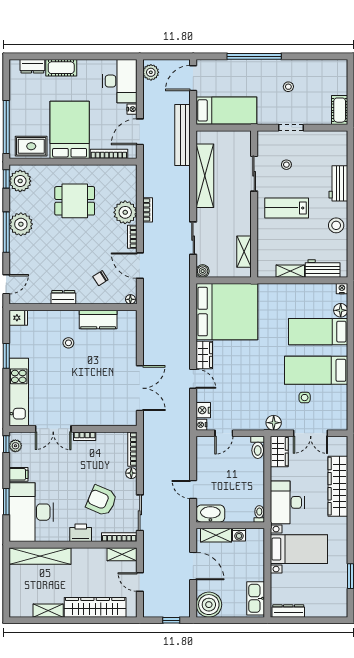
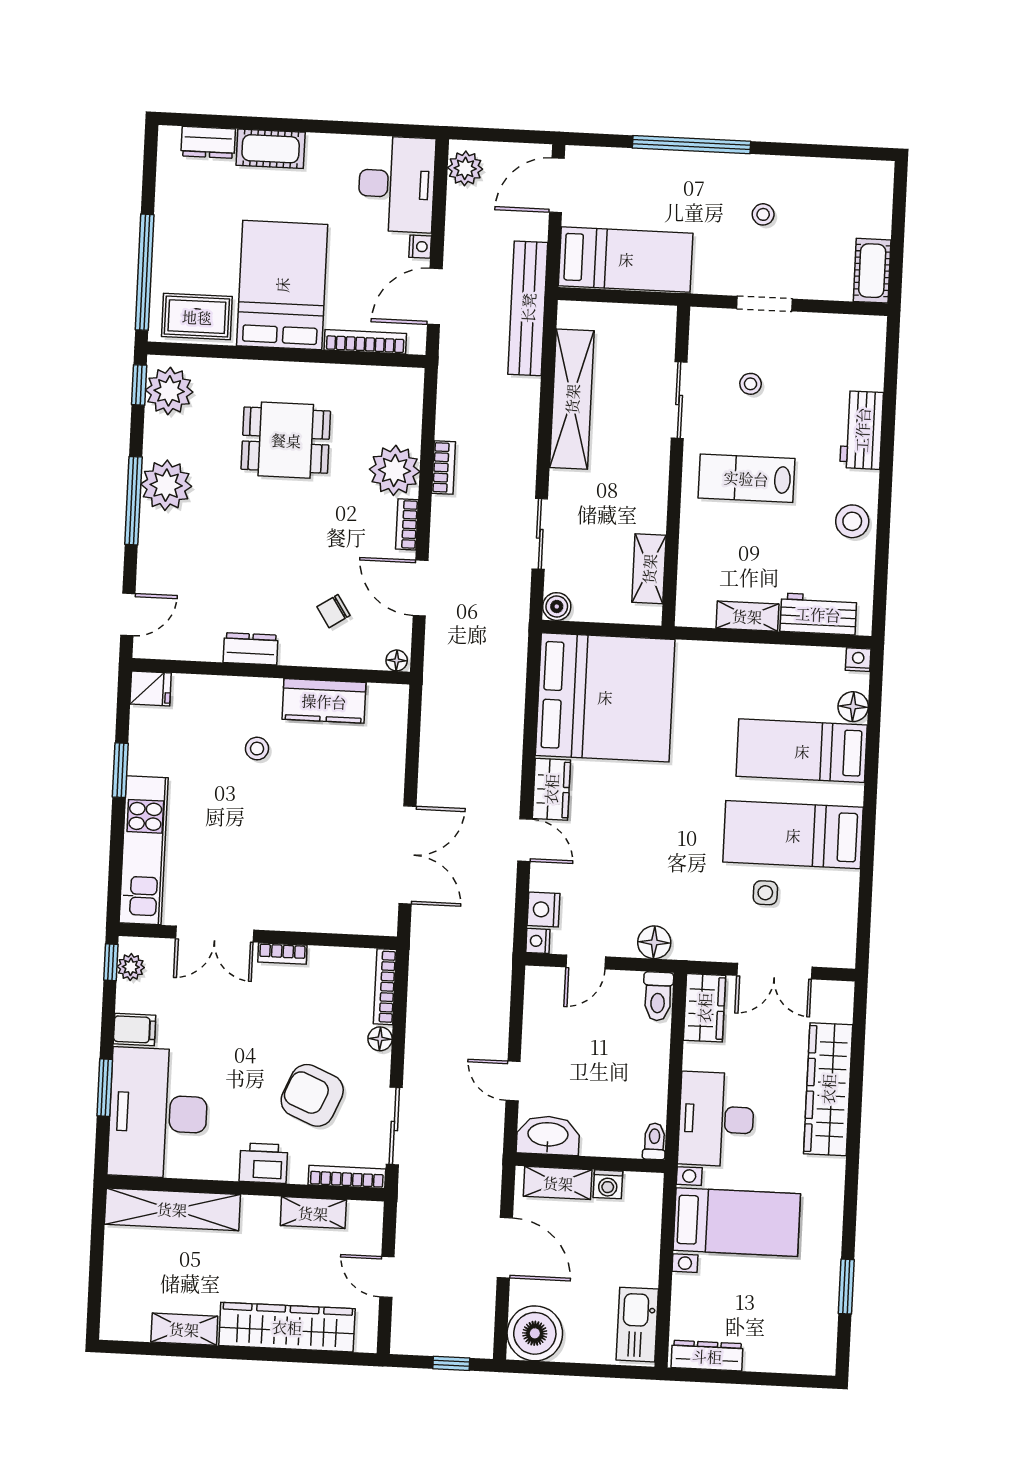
floor lamp: (274, 423) -> (654, 942), moved
shelving: (122, 554) -> (313, 1213), moved

